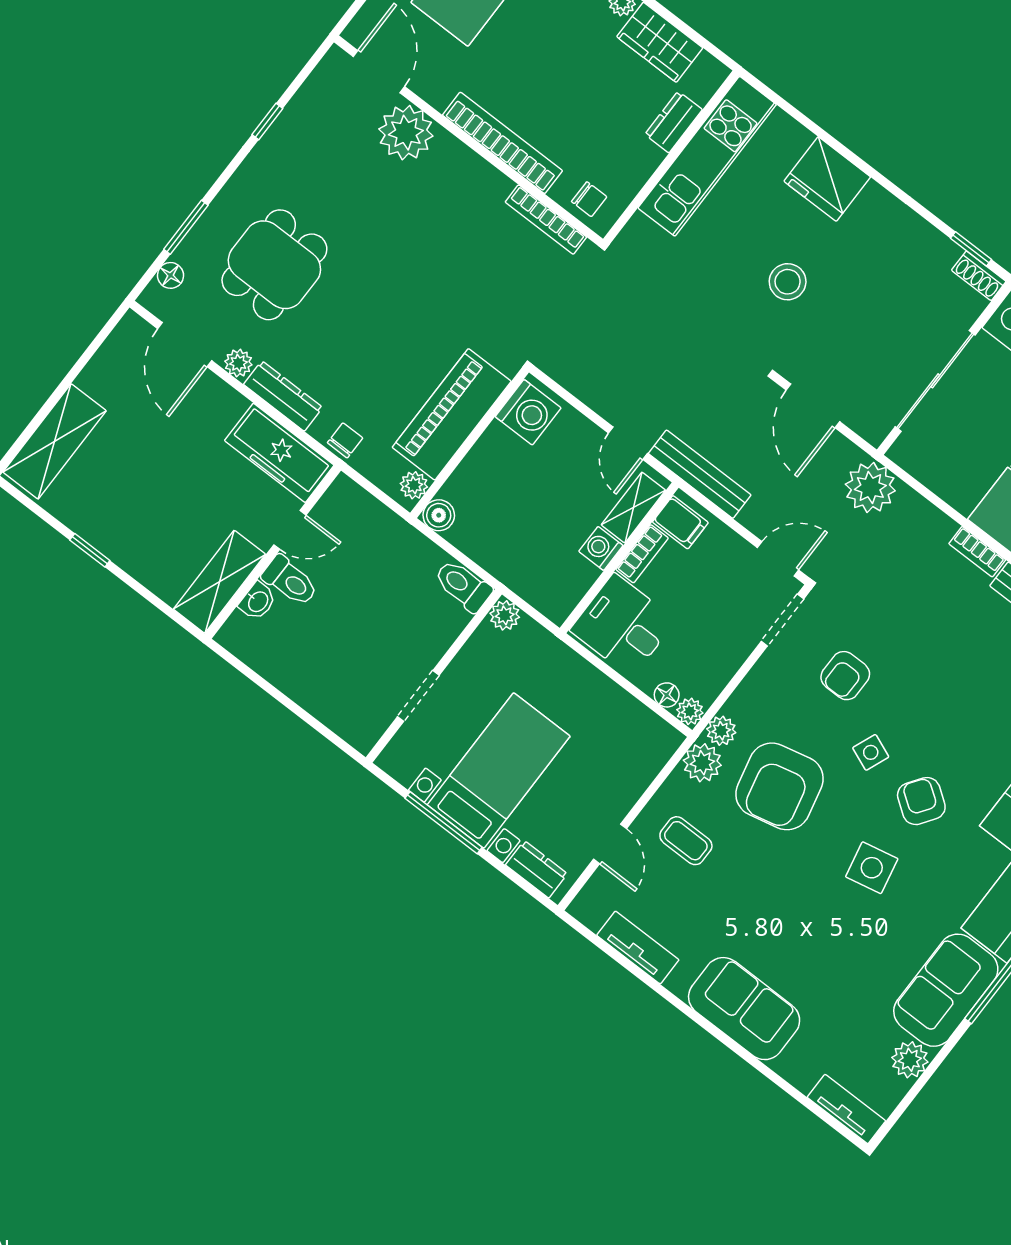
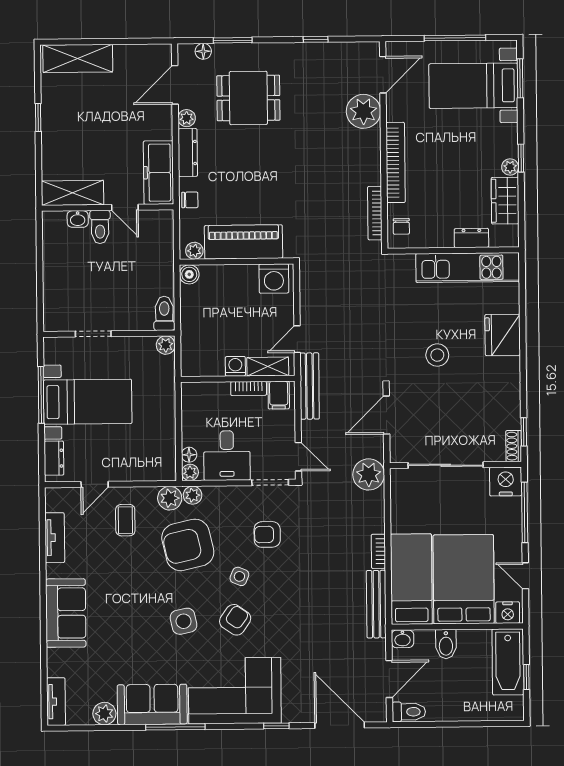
desk: (623, 625) -> (227, 456), moved, turned 180

